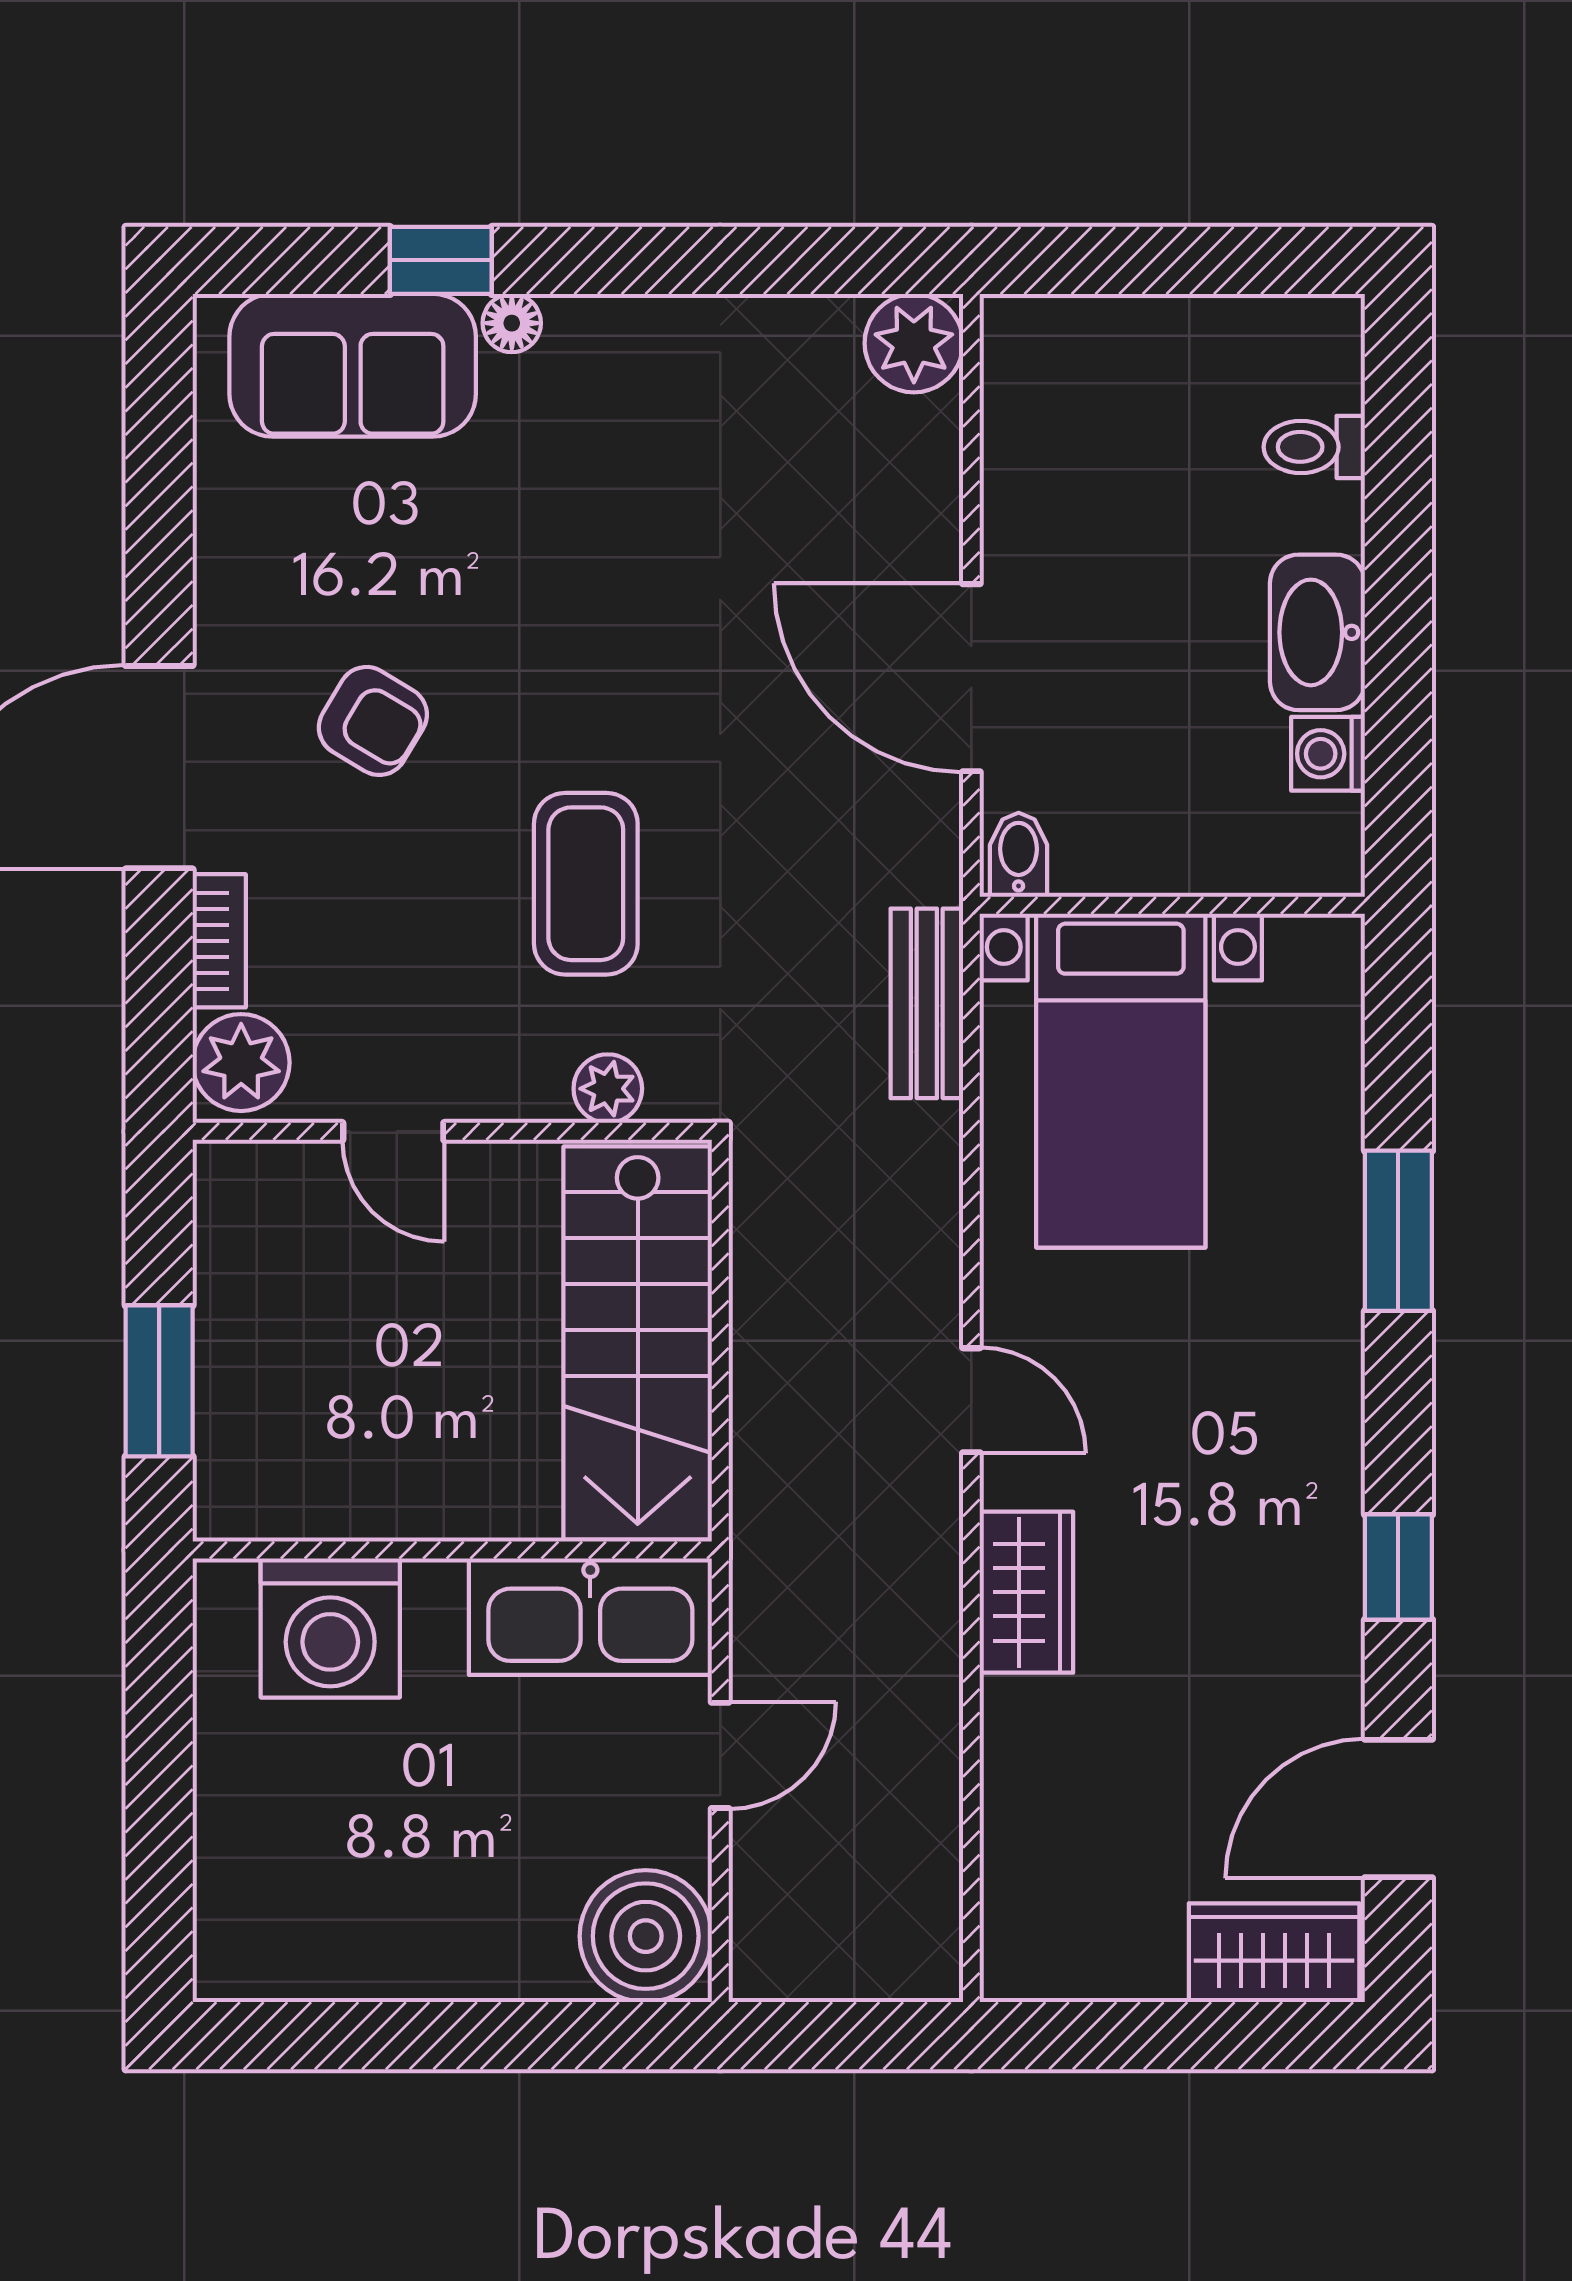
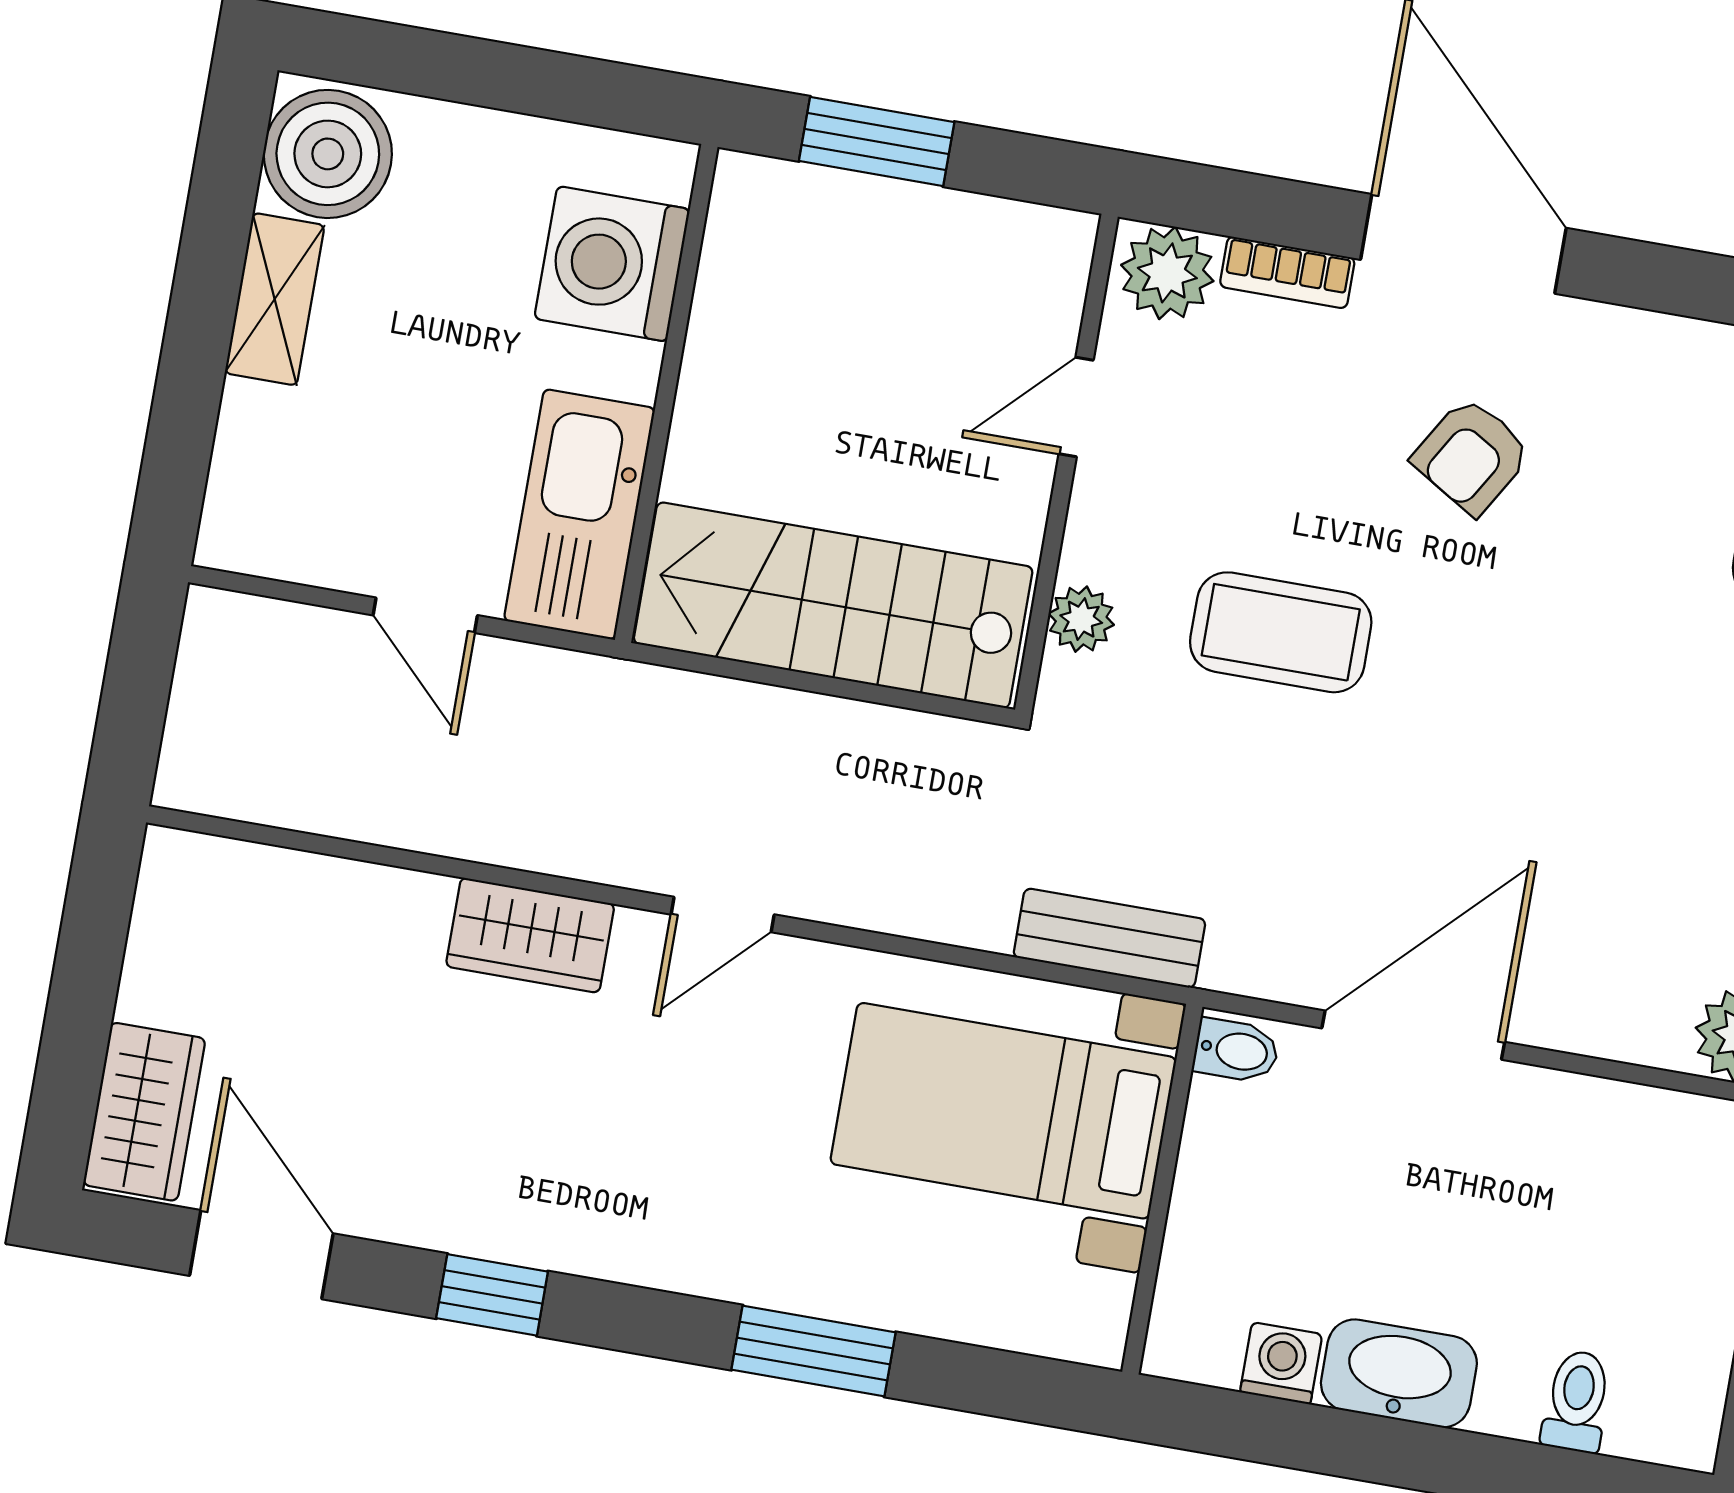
boiler: (646, 1936) -> (328, 154), moved
shelving: (426, 1964) -> (275, 299), added

